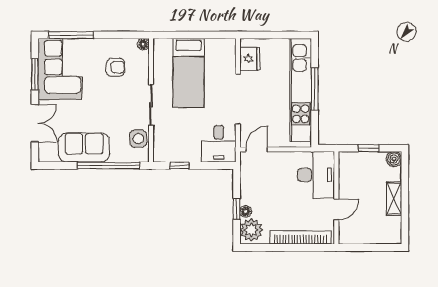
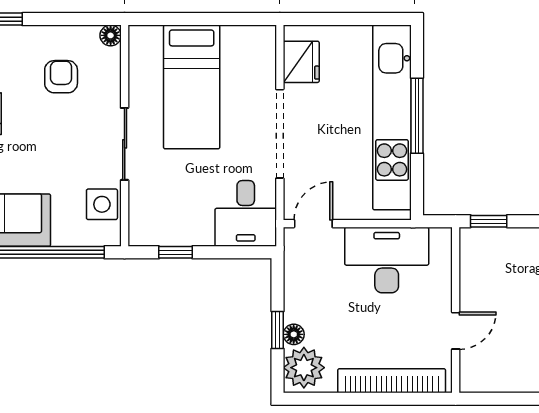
armchair: (115, 67) -> (61, 77), turned -90
window: (368, 148) -> (489, 221), moved
desk: (316, 175) -> (387, 260), moved, turned -90

